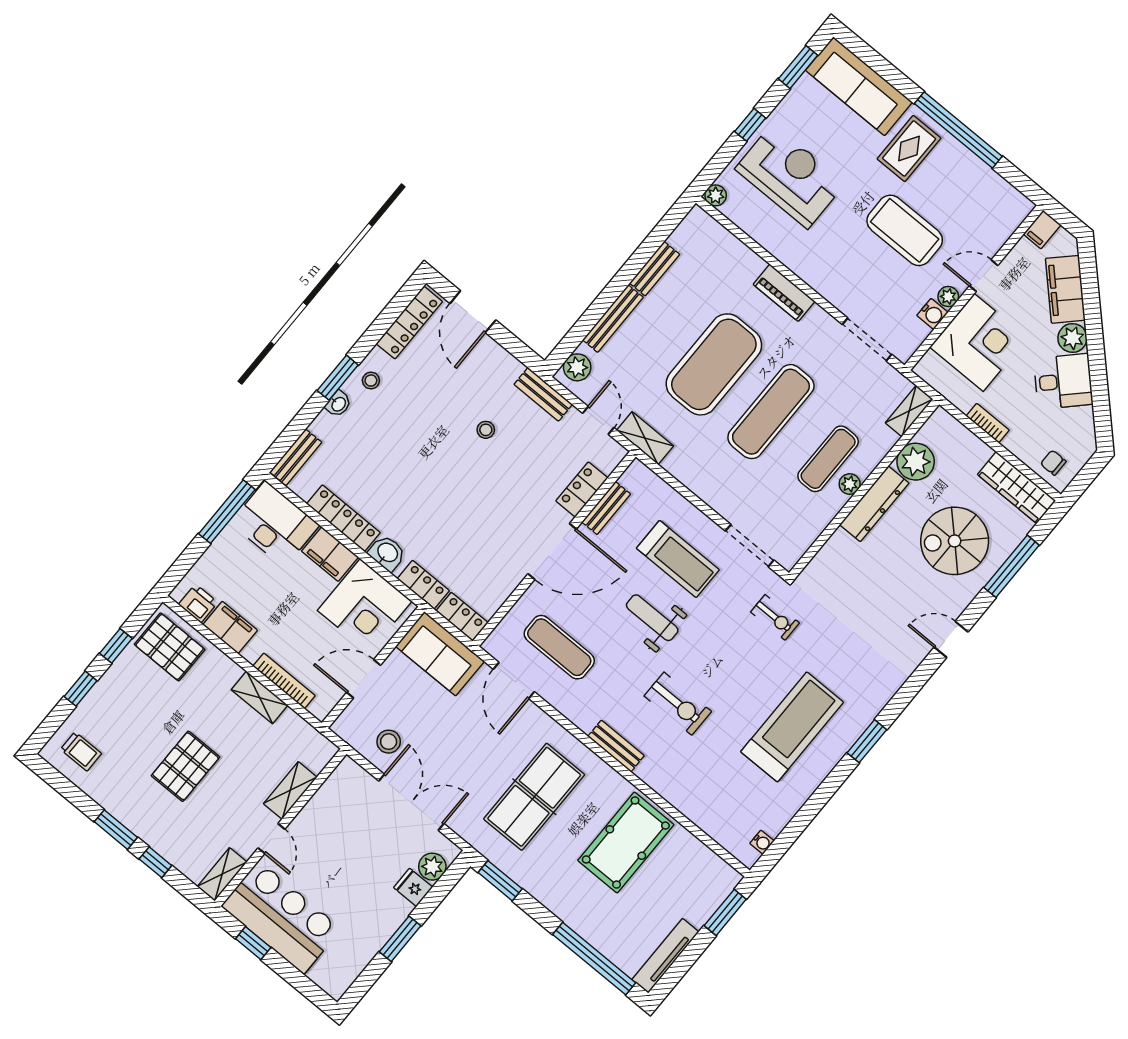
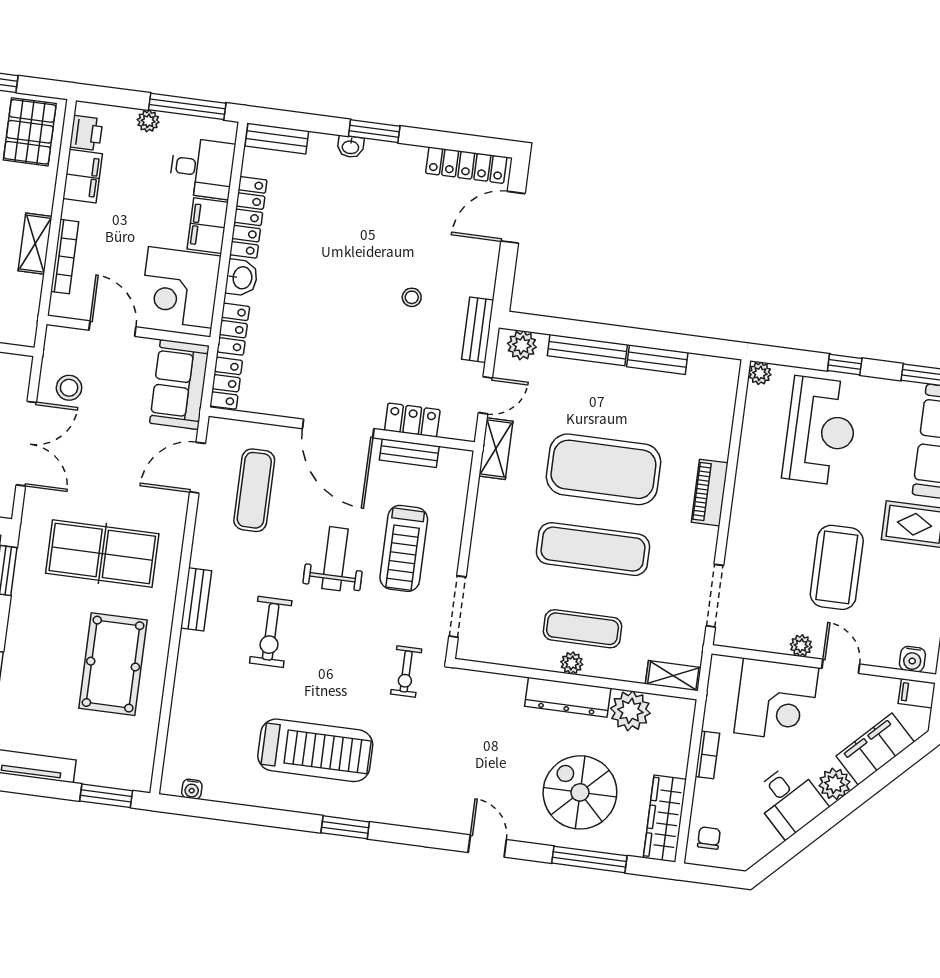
water cooler: (932, 314) -> (912, 659), moved
stool: (371, 381) -> (391, 163), removed
desk: (275, 524) -> (202, 168), width x0.73
plant: (219, 549) -> (148, 121), added
pool table: (626, 843) -> (113, 664), turned 90

